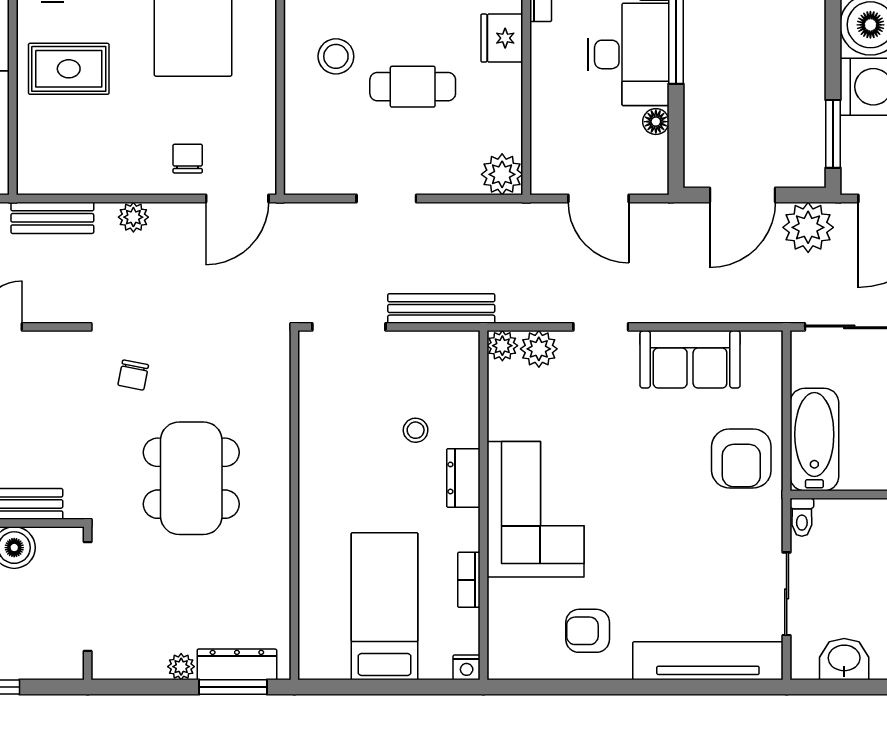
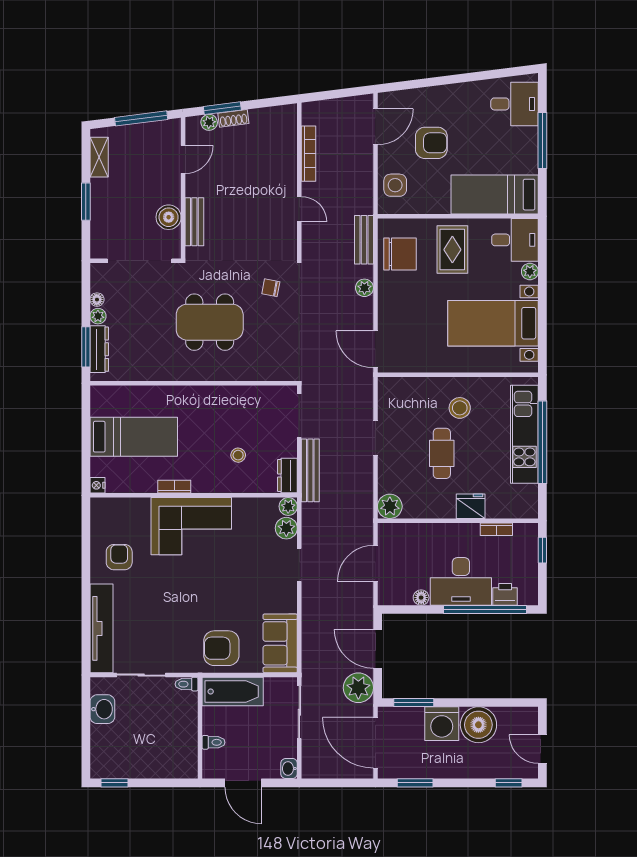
chair: (188, 159) -> (400, 254), moved, width x1.87, depth x1.87
sofa: (690, 359) -> (280, 643), moved
dresser: (463, 478) -> (287, 475), moved, turned -90
bookcase: (469, 580) -> (174, 487), moved
floor lamp: (153, 668) -> (97, 300), added

